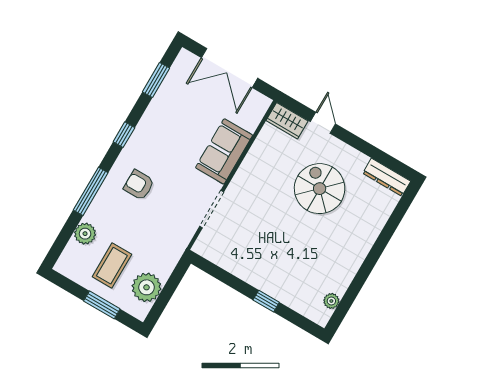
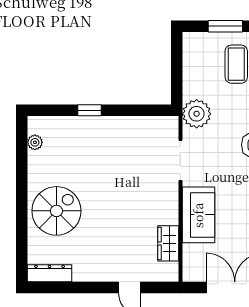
wardrobe: (287, 121) -> (168, 243), moved, turned -90
spiral stairs: (320, 189) -> (56, 211), moved, turned -90
plant: (147, 287) -> (197, 114), moved

